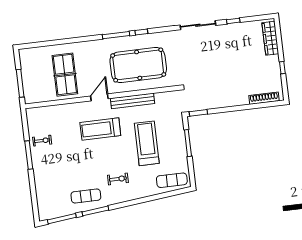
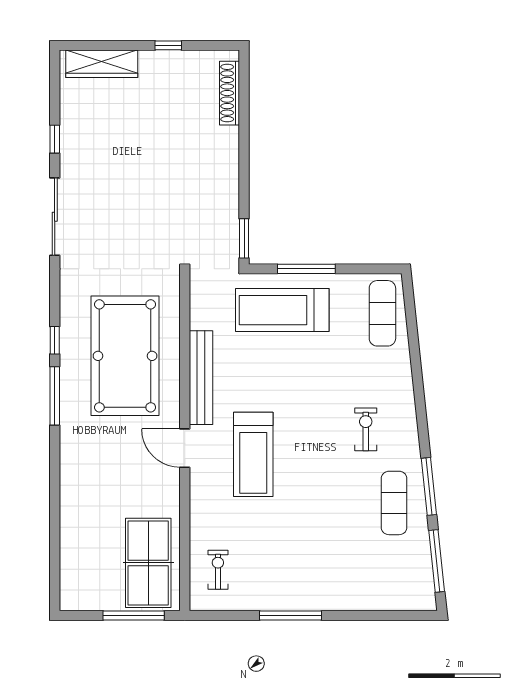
table tennis table: (65, 75) -> (148, 563), moved, turned 90
exercise bike: (42, 141) -> (218, 570), moved
treadmill: (147, 143) -> (282, 310), moved

